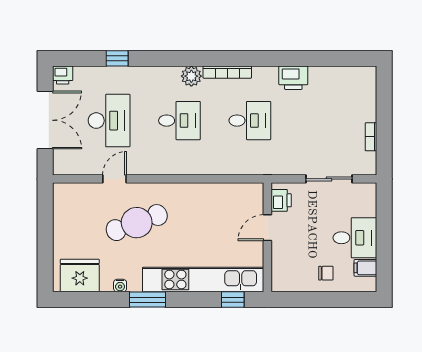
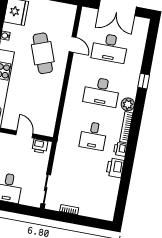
window: (117, 58) -> (144, 81), moved
printer: (63, 75) -> (120, 149), moved
desk: (179, 121) -> (101, 92), width x1.37
sliding door: (329, 179) -> (46, 189), moved

